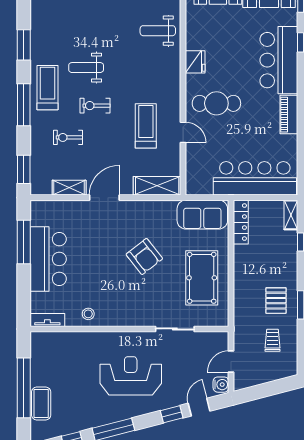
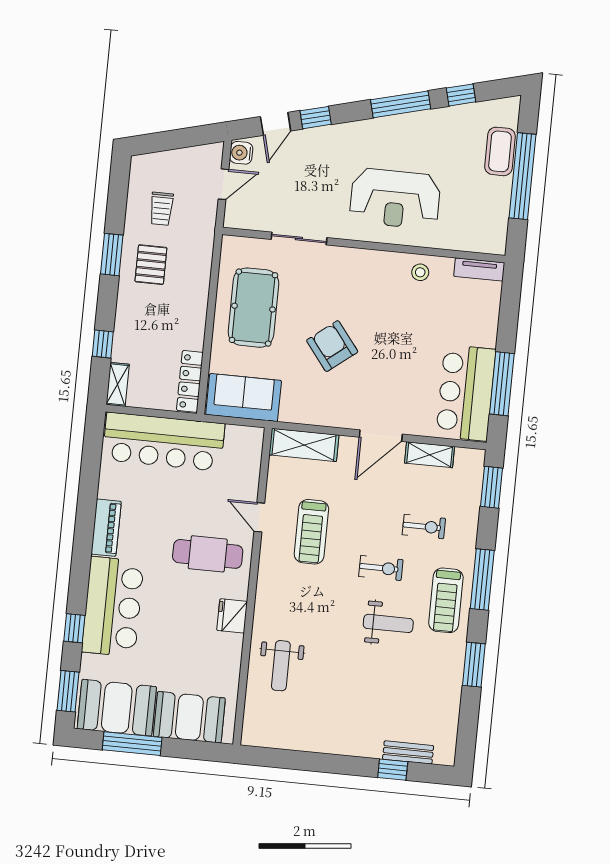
weight bench: (158, 31) -> (281, 666), turned 90
bar counter: (48, 259) -> (466, 393), moved
reception desk: (131, 376) -> (395, 199), moved

